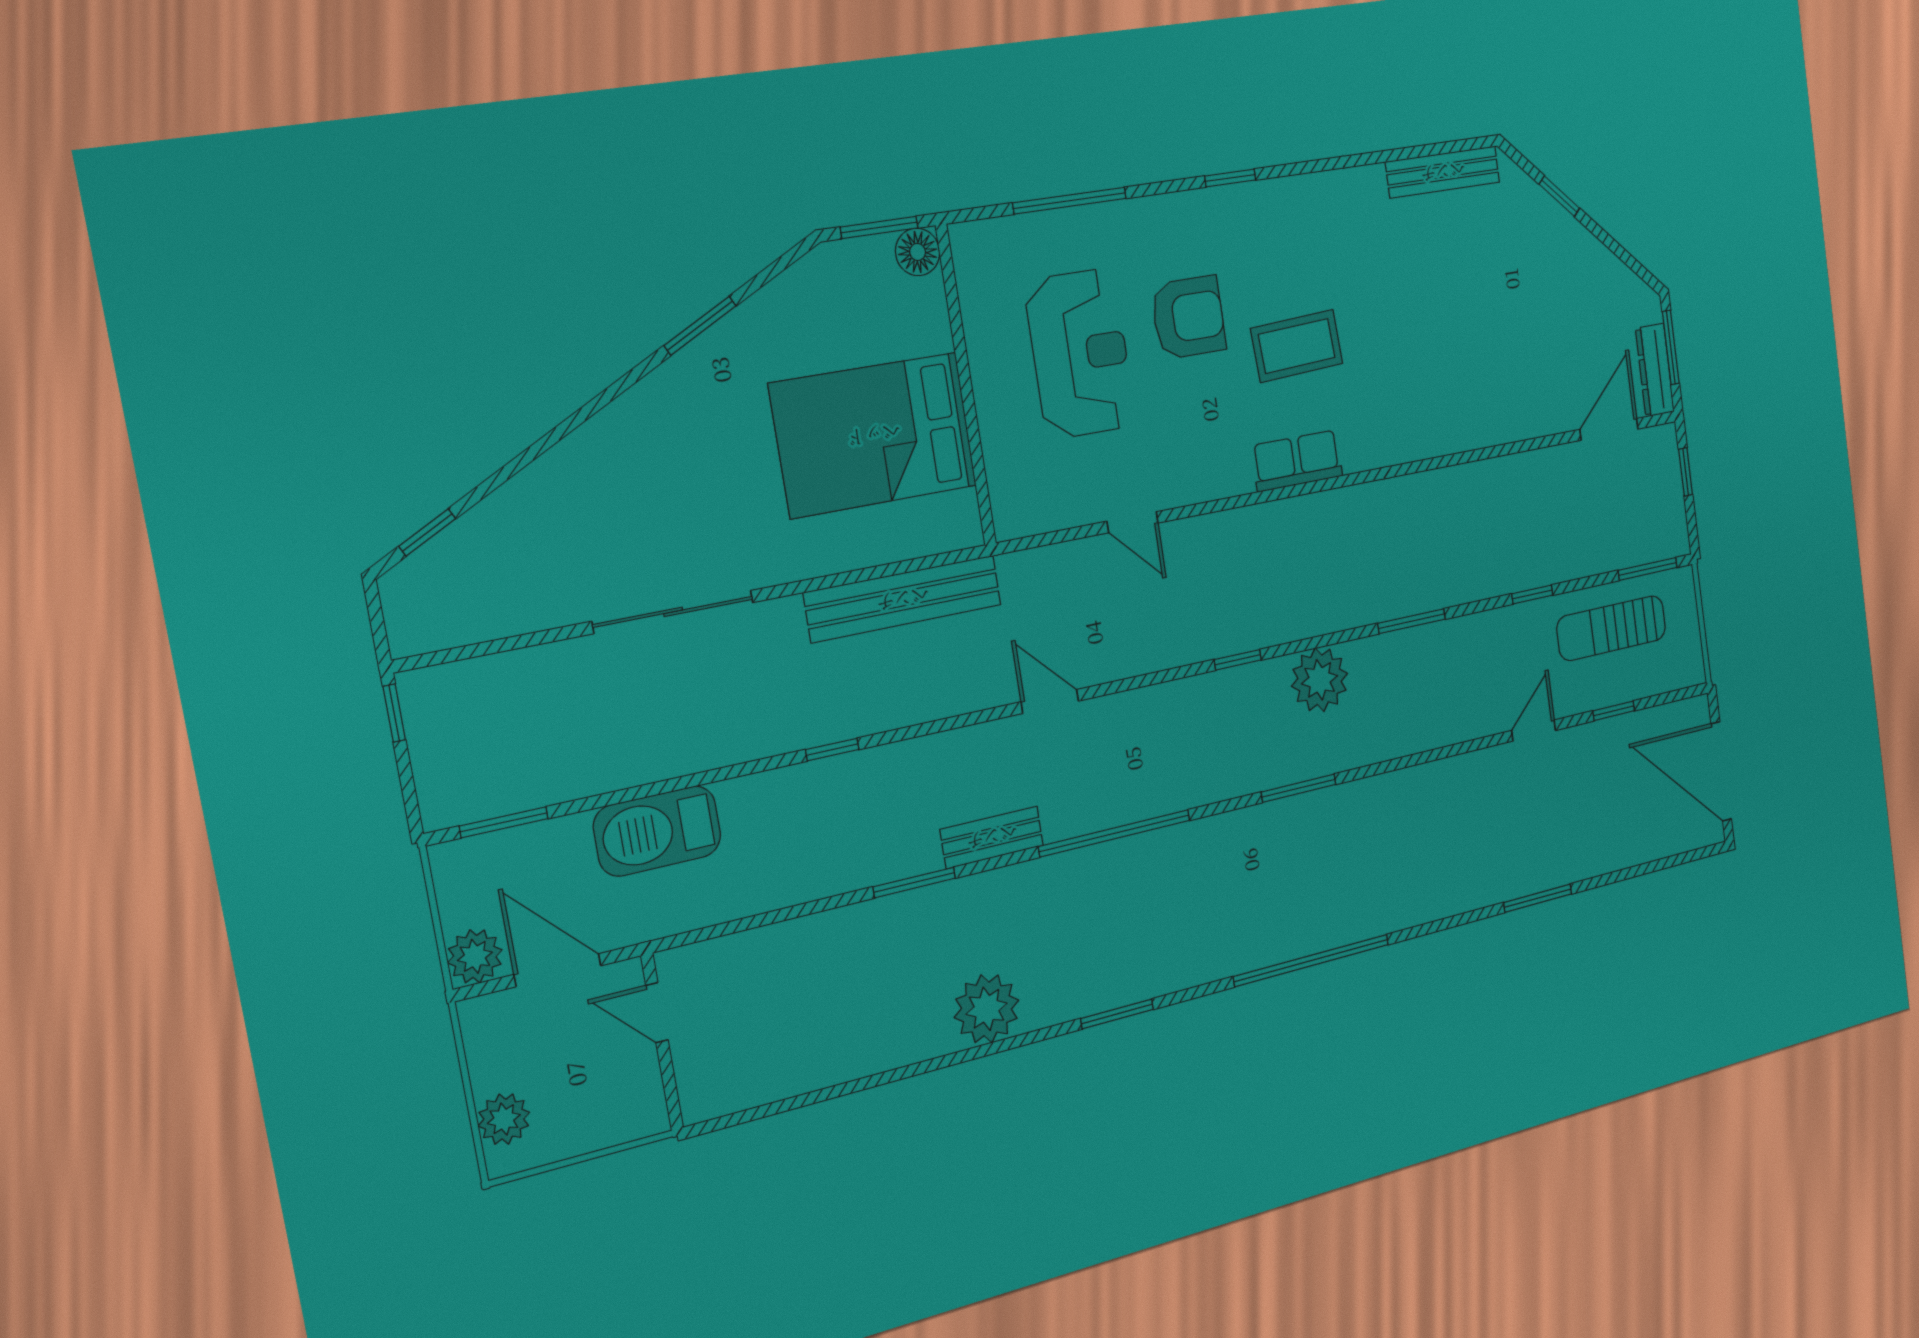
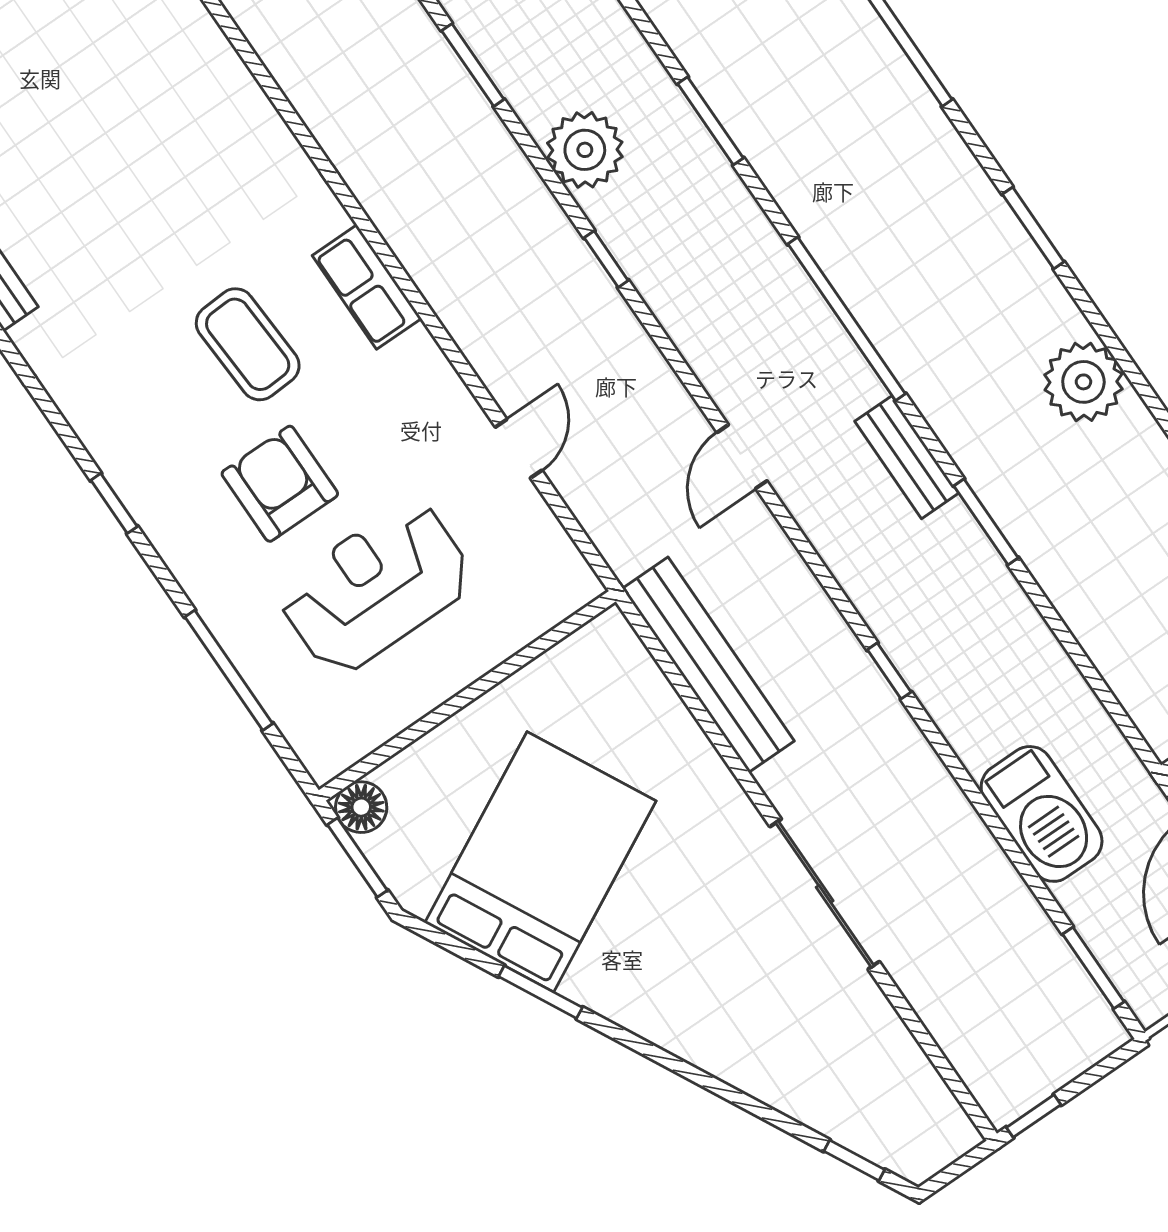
bed: (874, 435) -> (540, 862), moved, turned -117

